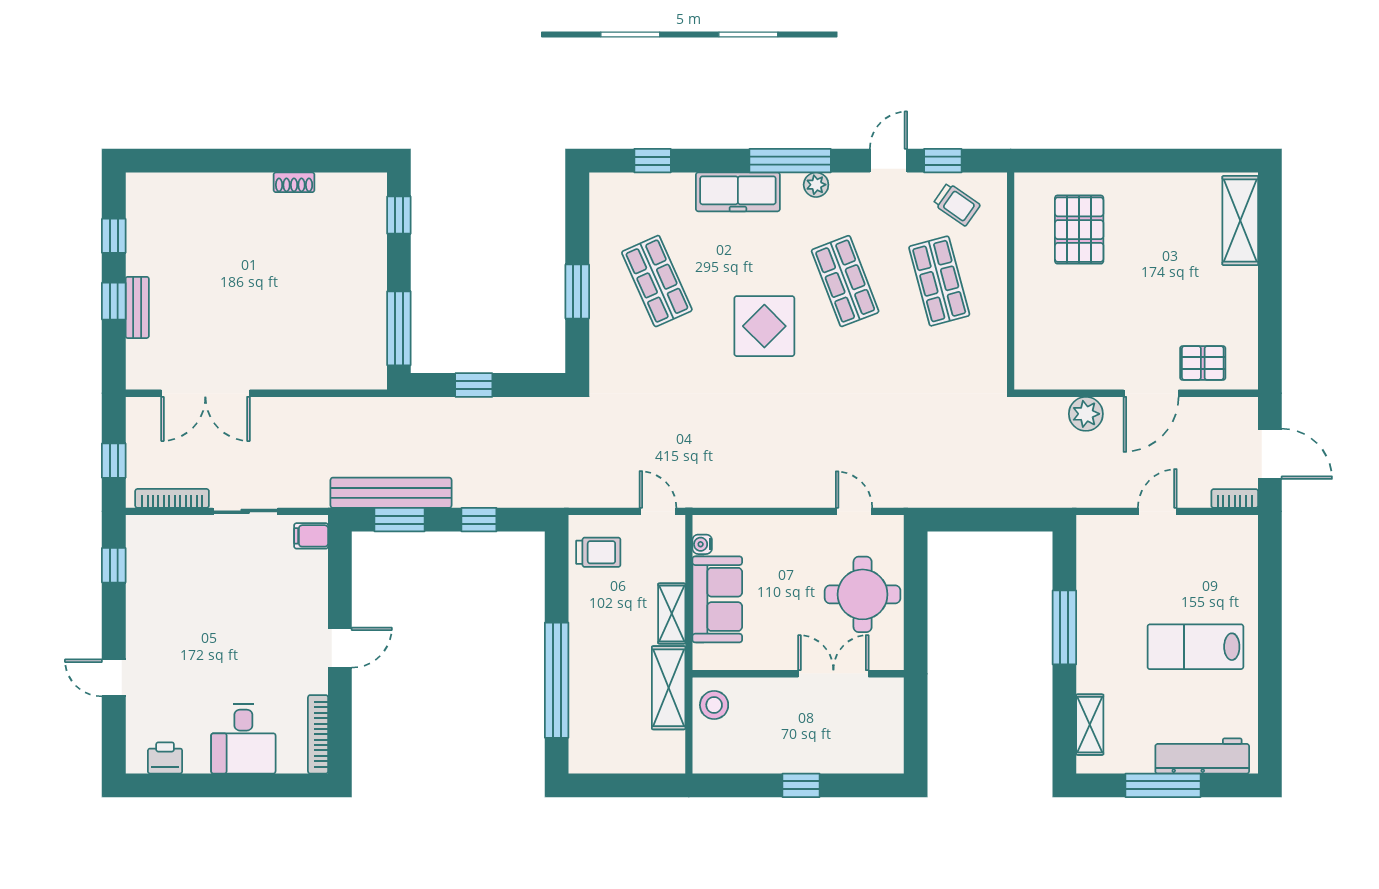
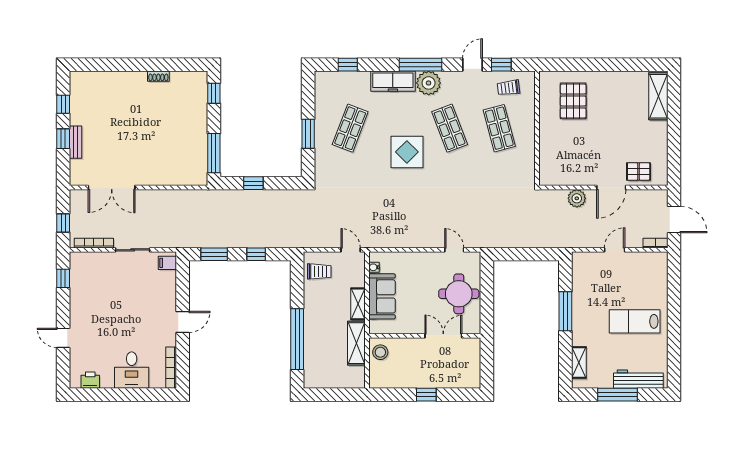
plant: (816, 185) -> (429, 83), width x1.88, depth x1.88
trolley: (957, 204) -> (508, 88), turned 138
shop shelf: (657, 281) -> (350, 128), turned 45
bench: (391, 493) -> (210, 240), removed

